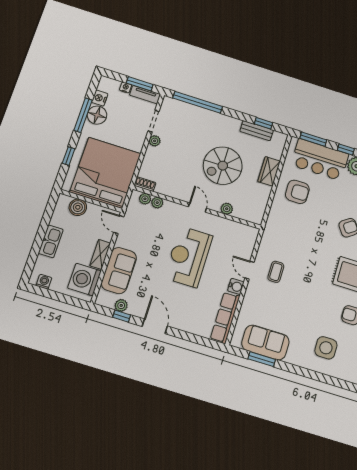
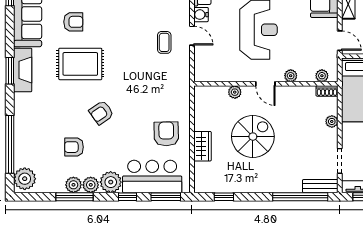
bench: (257, 131) -> (320, 186), moved
plant: (155, 141) -> (332, 121), moved
armchair: (297, 192) -> (166, 134), turned 89
plant: (157, 203) -> (291, 76), moved

